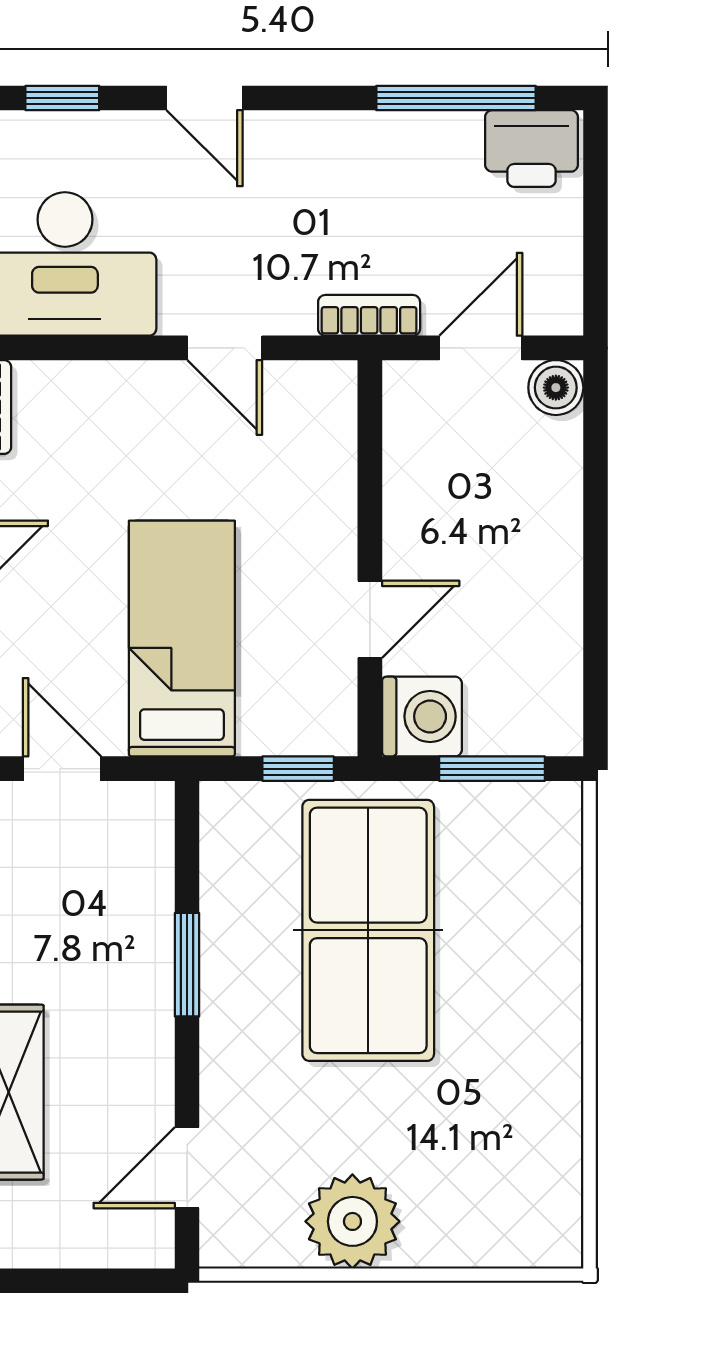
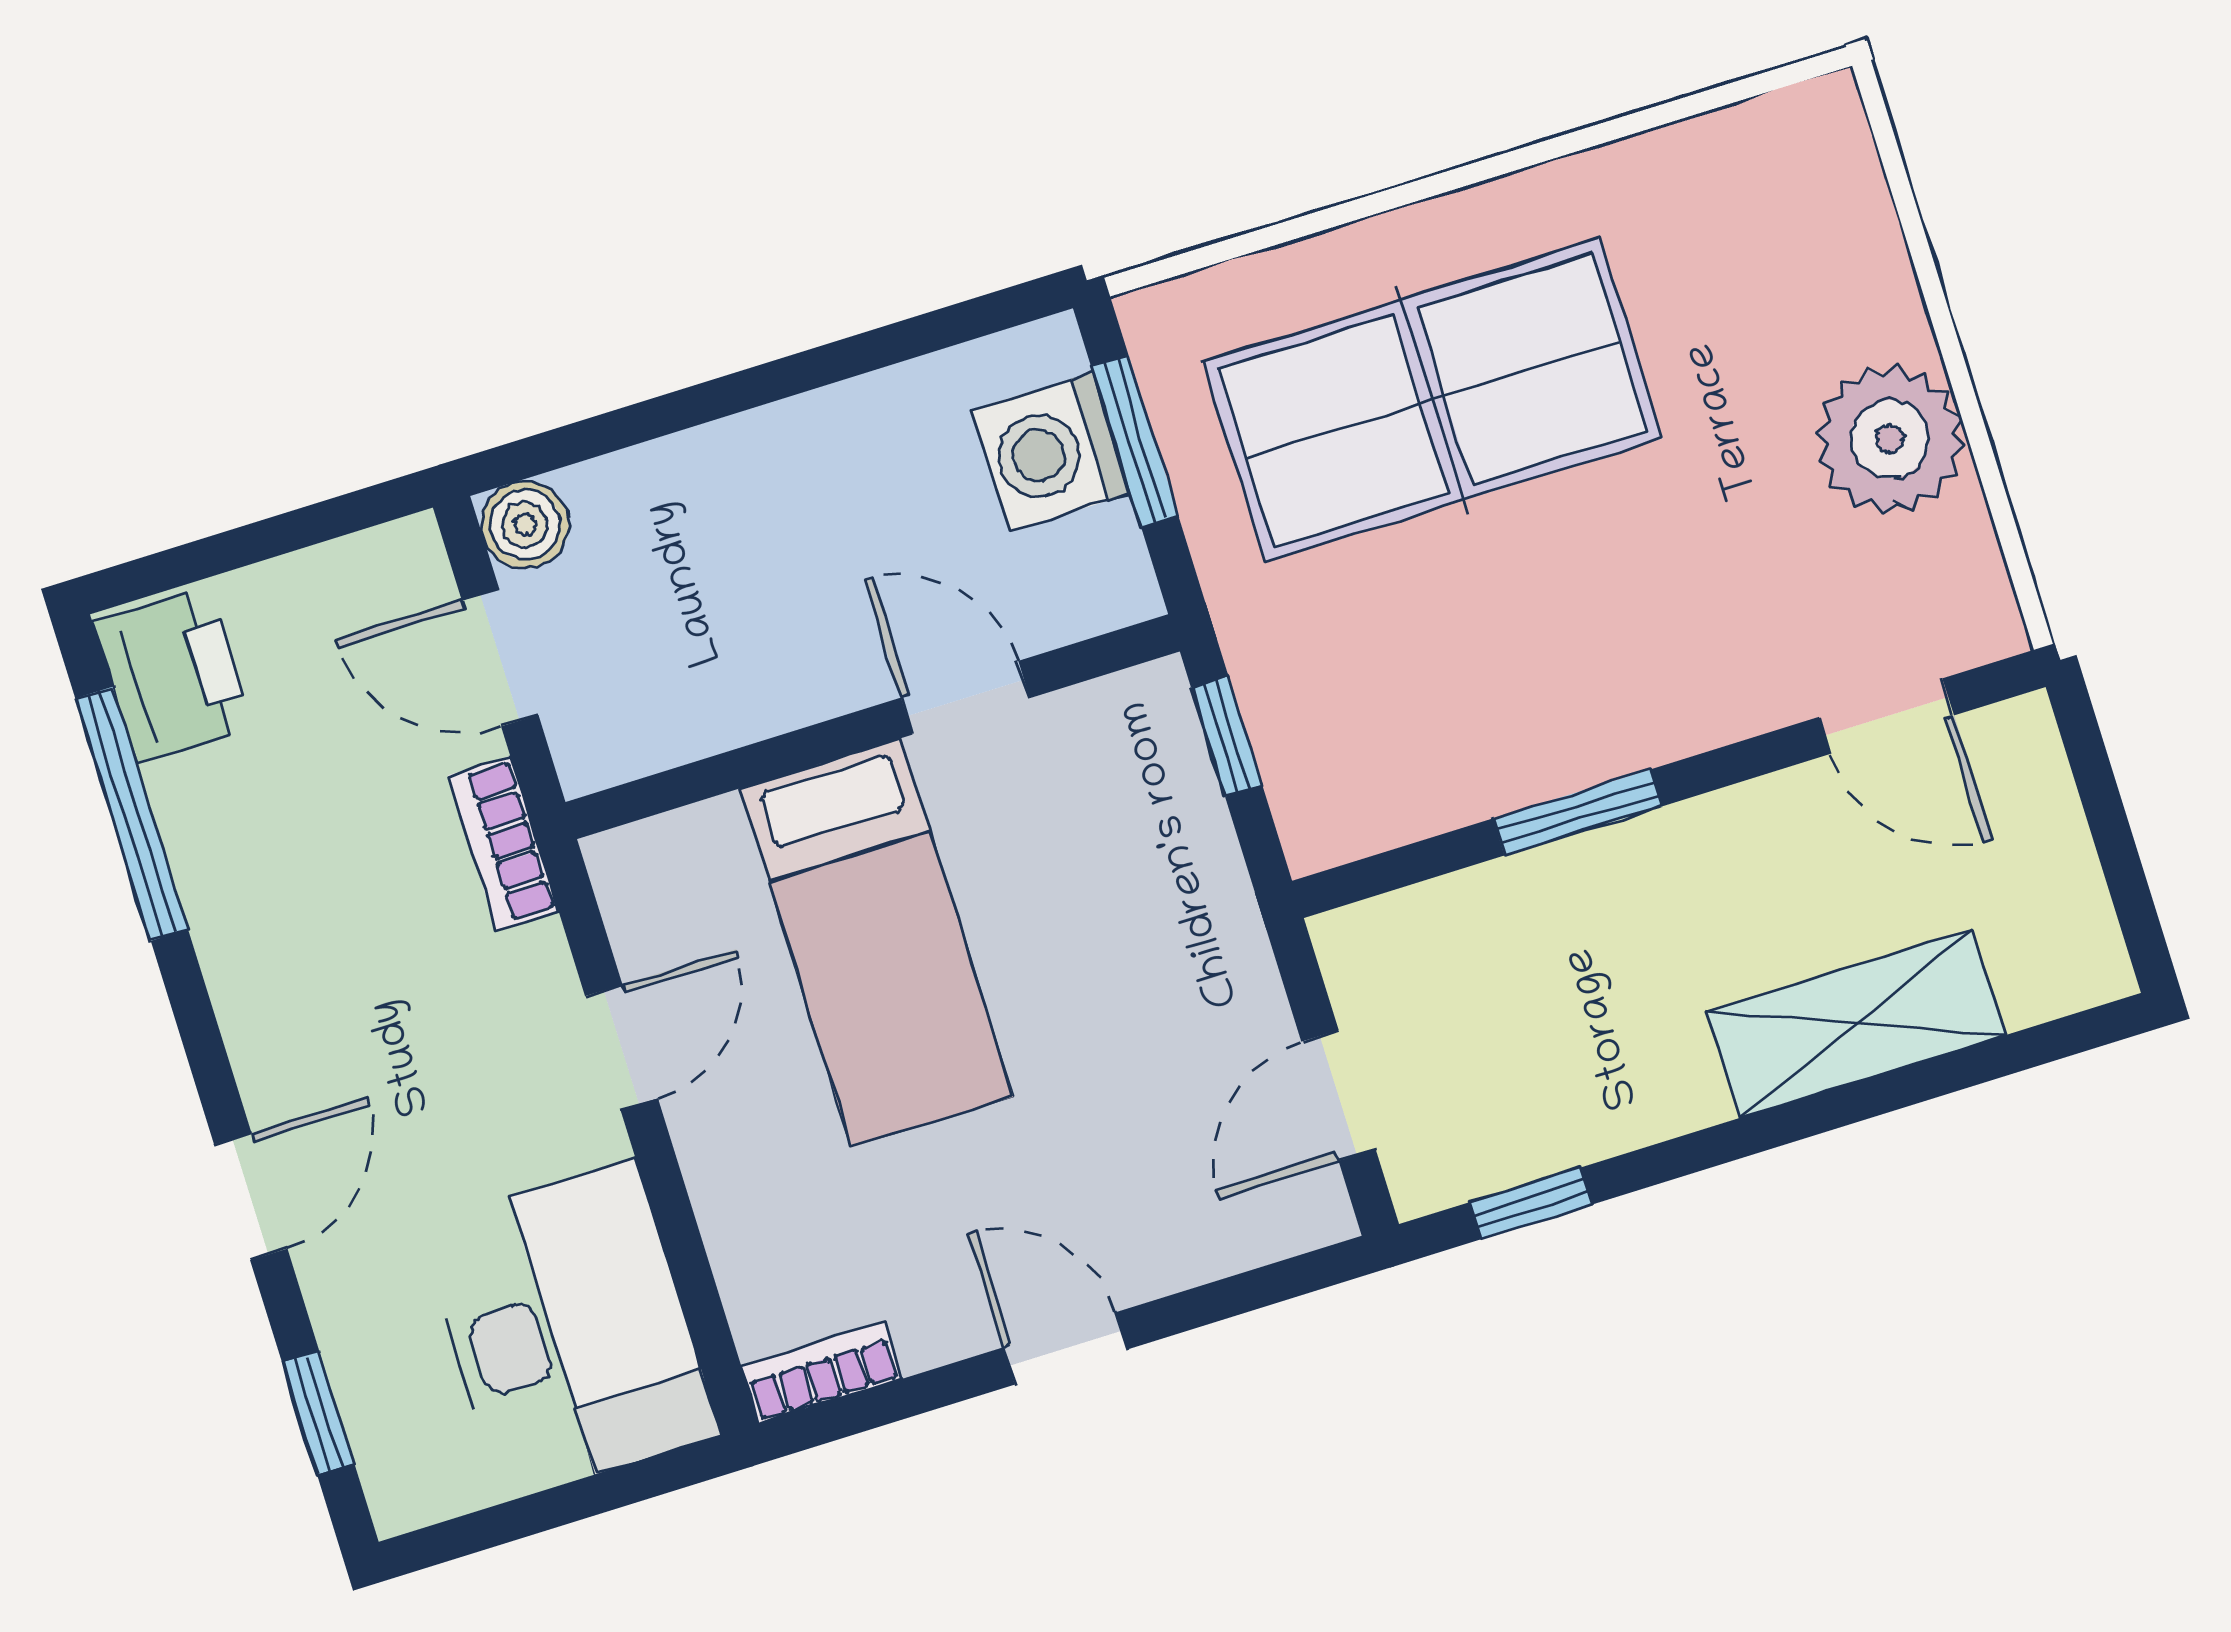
bed: (182, 639) -> (877, 943), moved, turned -90
washing machine: (422, 716) -> (1051, 452), moved, turned -90
table tennis table: (368, 930) -> (1433, 400), moved

